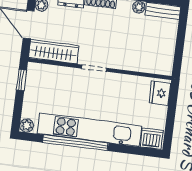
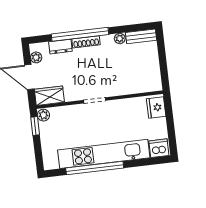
wardrobe: (54, 52) -> (49, 96), width x0.67
plant: (27, 126) -> (43, 115), moved

